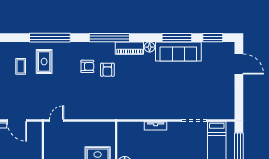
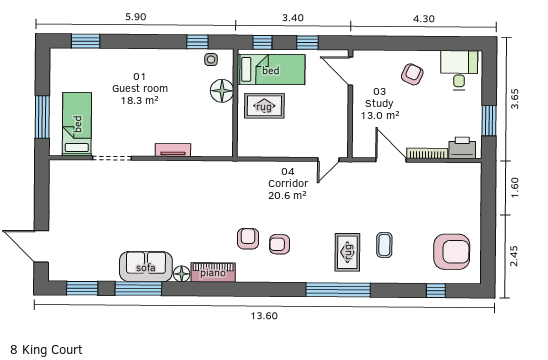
window: (109, 38) -> (245, 289), removed
sofa: (178, 52) -> (146, 267), width x0.73

